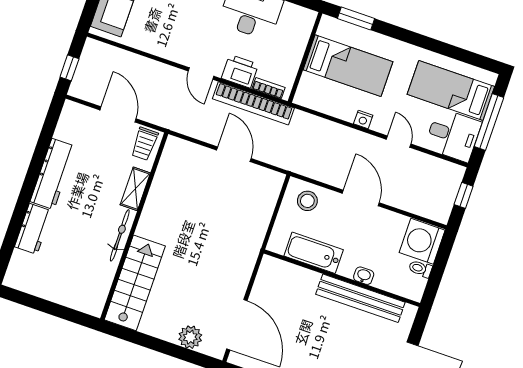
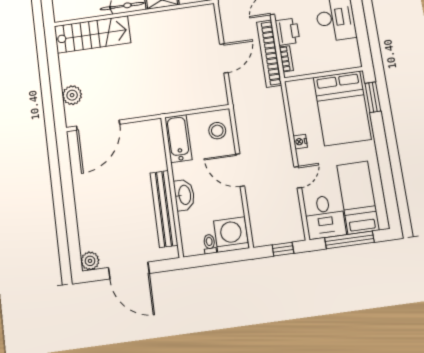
bed: (348, 66) -> (342, 108), width x1.50
door: (361, 198) -> (240, 170), swing flipped
bathtub: (314, 253) -> (178, 139), moved
washbasin: (364, 276) -> (184, 195), width x1.91, depth x1.45

